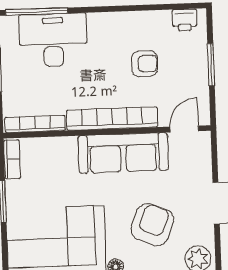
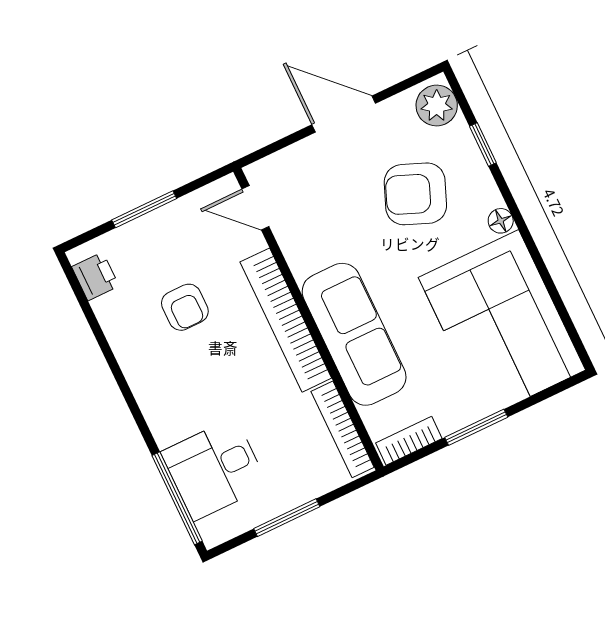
desk: (53, 40) -> (214, 469), width x0.73
armchair: (145, 64) -> (185, 307), turned 180
sofa: (123, 153) -> (354, 334), moved

